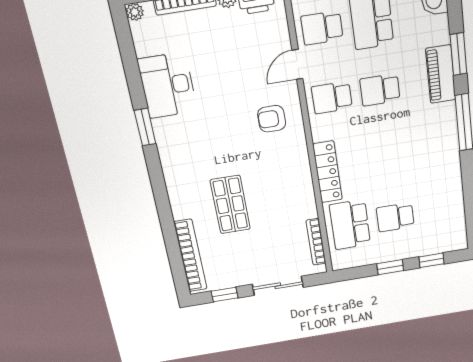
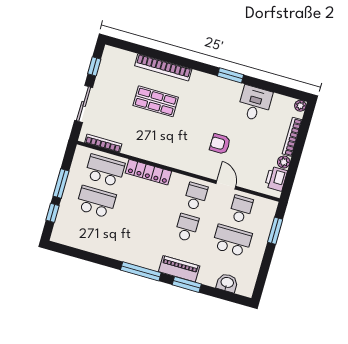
desk: (167, 85) -> (255, 104), width x0.73
armchair: (272, 119) -> (220, 144), moved, turned -90
school desk: (395, 217) -> (96, 202), width x1.85
bookcase: (190, 256) -> (163, 67), moved
window: (390, 267) -> (61, 183), width x1.50

